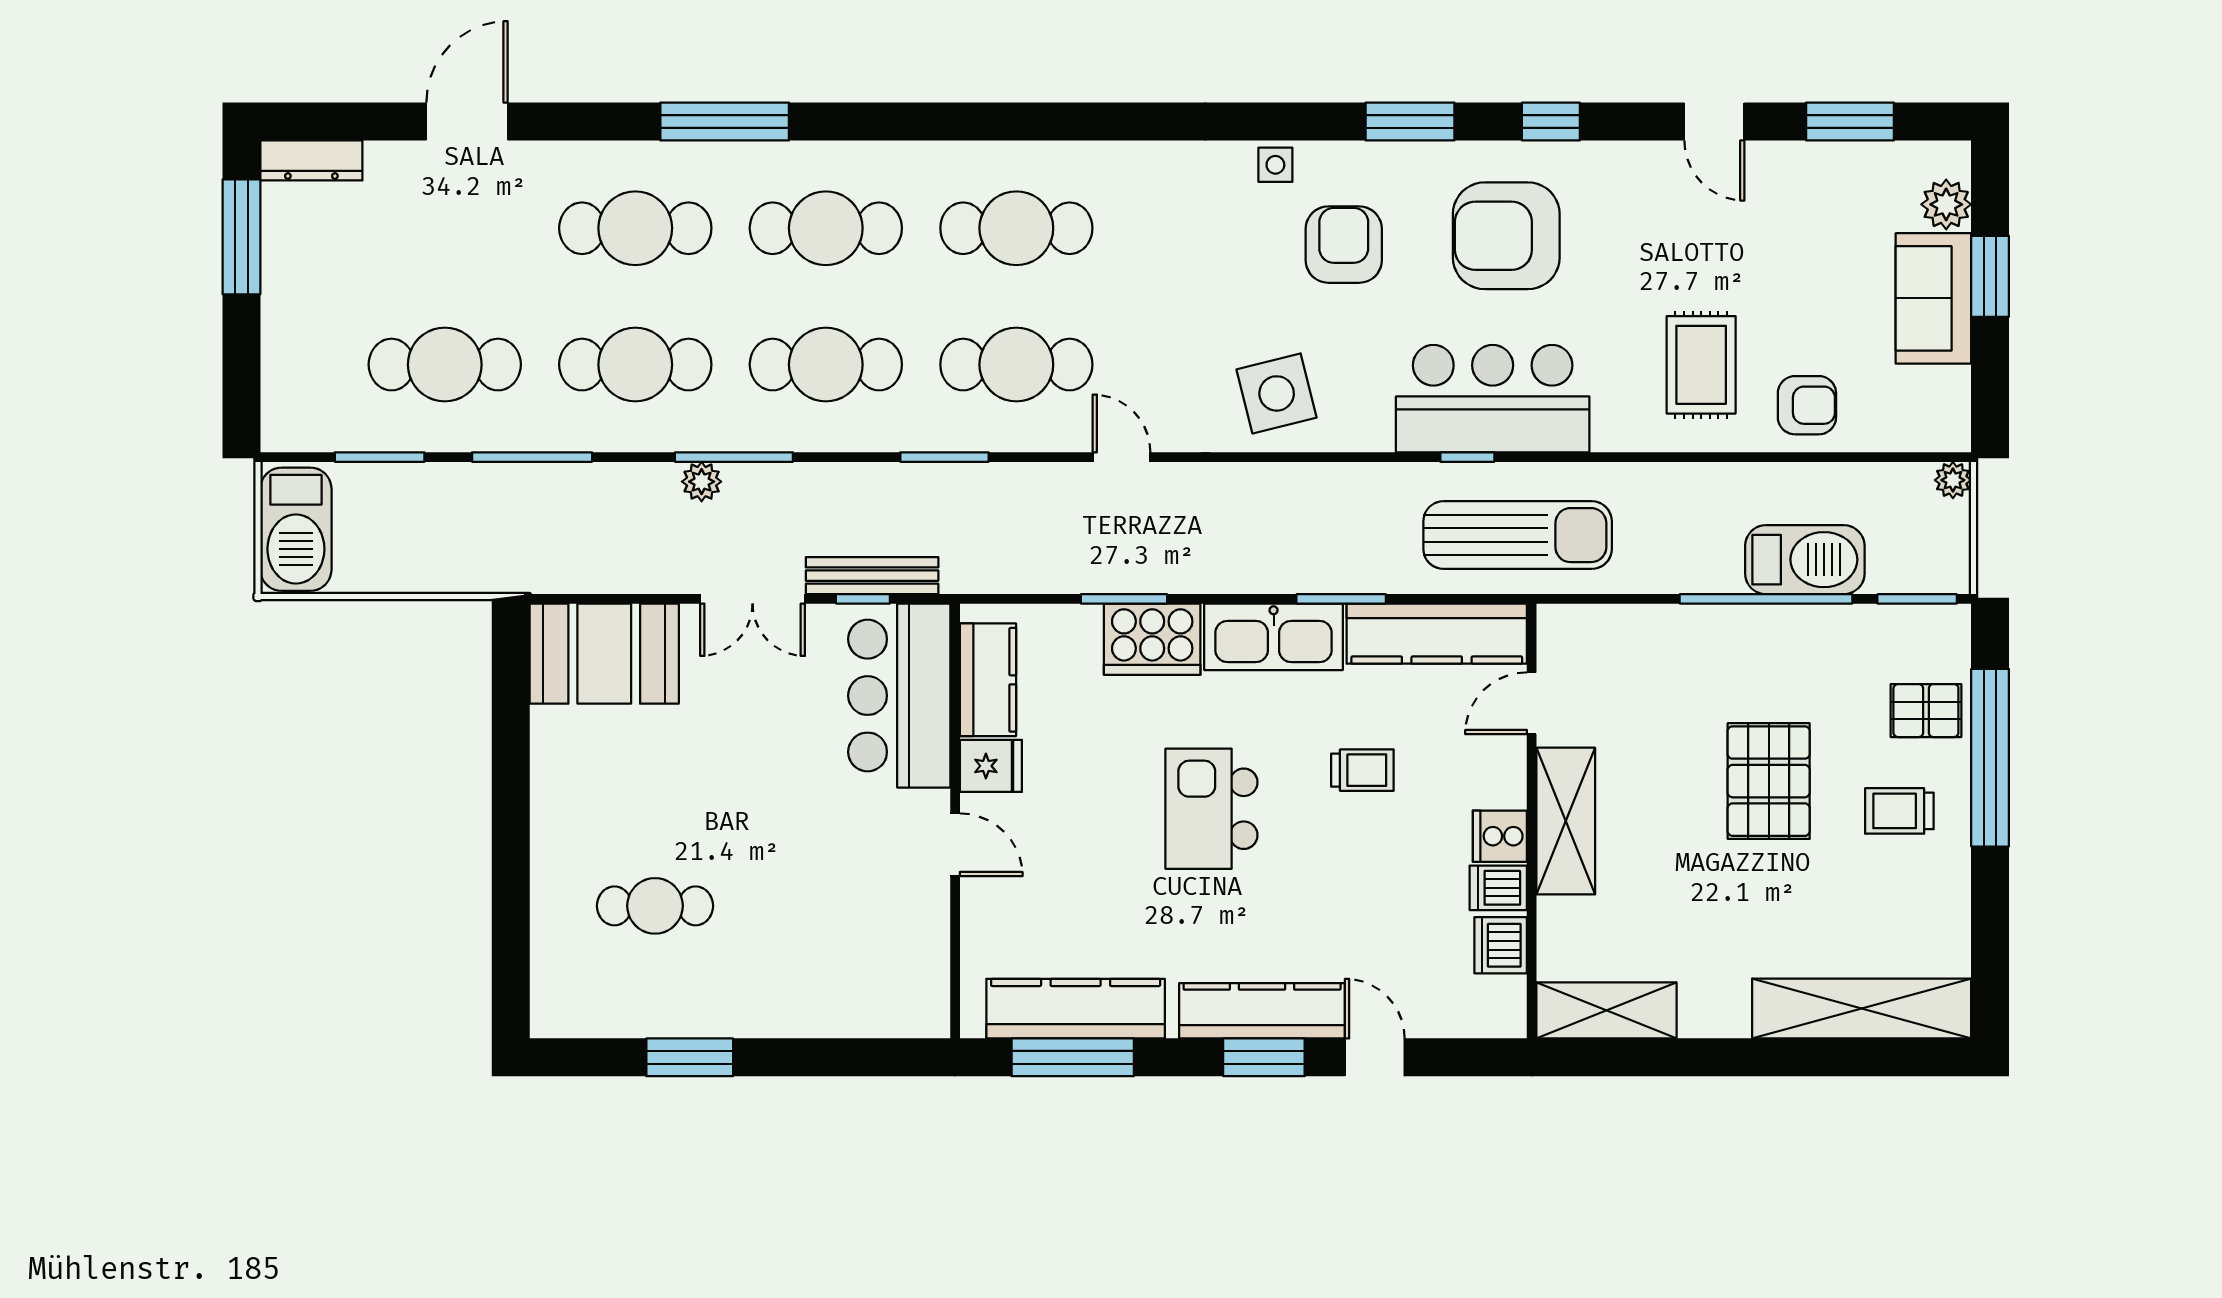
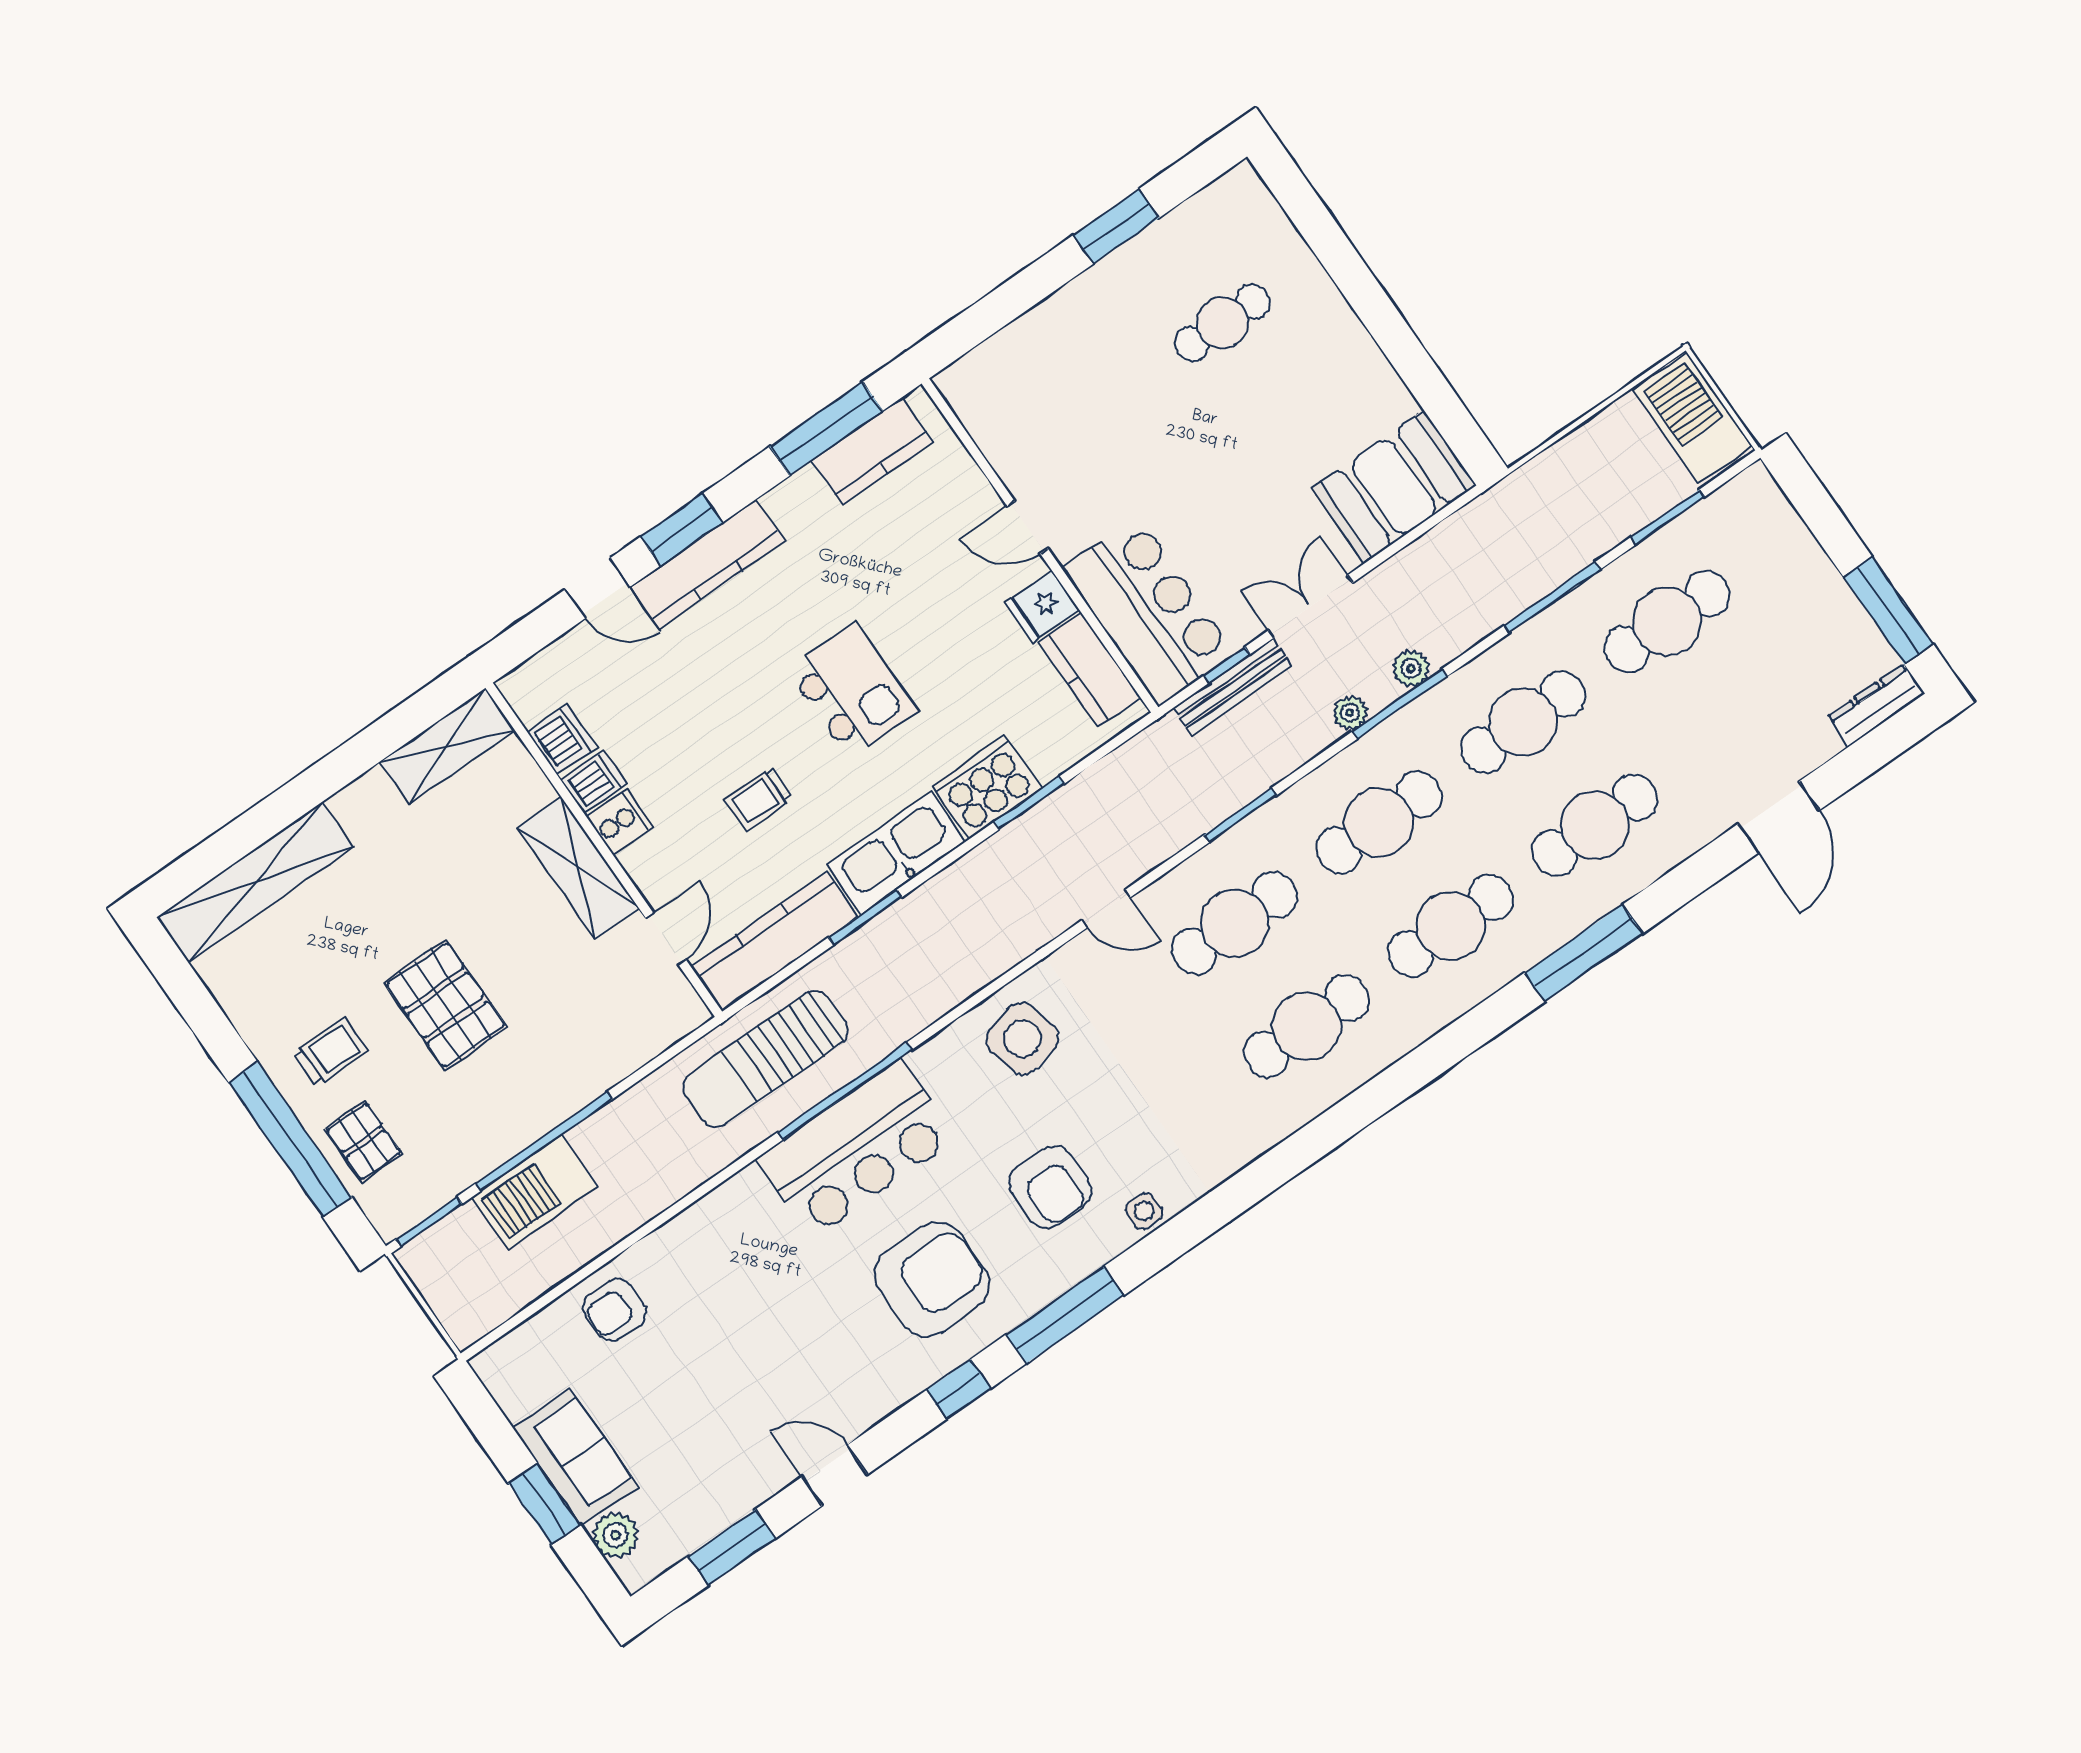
window: (1410, 122) -> (1065, 1315), width x1.44
rug: (1701, 365) -> (716, 1284), removed
window: (1467, 457) -> (844, 1091), width x3.17
plant: (1953, 480) -> (1350, 713), moved
pallet: (1926, 711) -> (364, 1142), turned 90
kitchen counter: (1076, 1009) -> (872, 451), width x0.67

